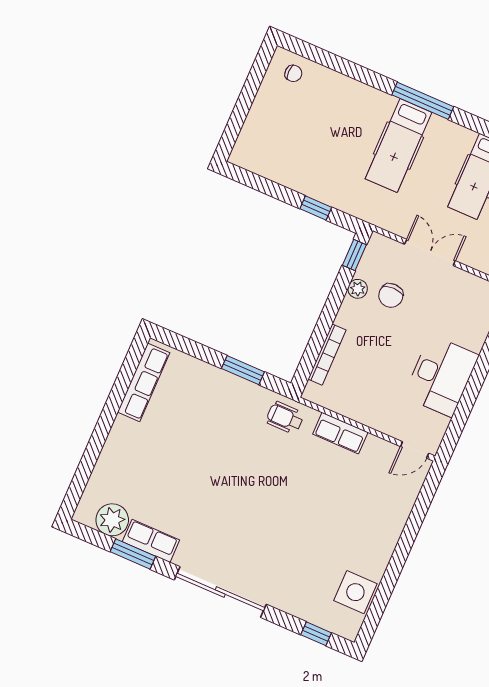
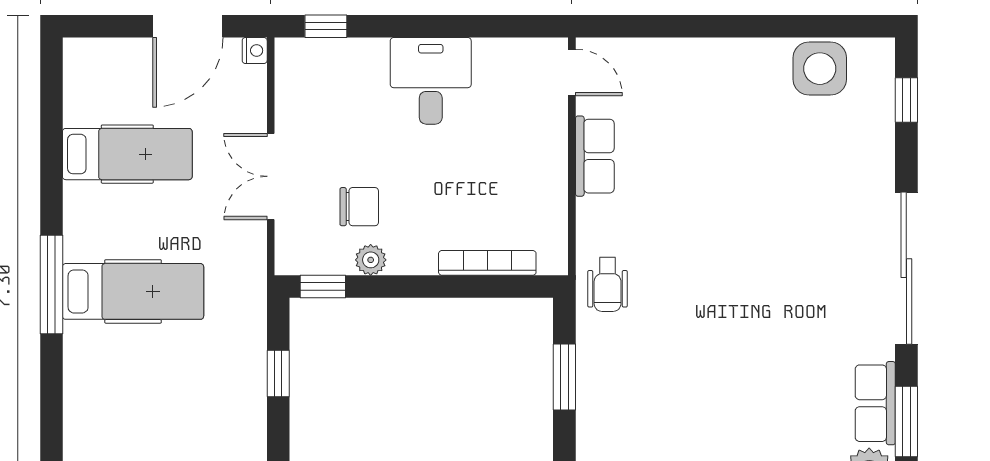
desk: (441, 376) -> (431, 81), width x0.73
row of seats: (340, 433) -> (595, 156), moved

